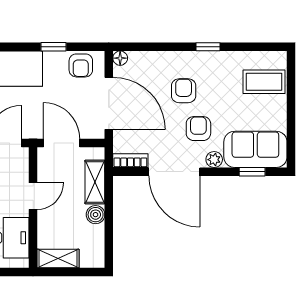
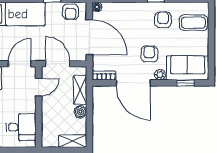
armchair: (184, 91) -> (163, 20), moved
door: (33, 196) -> (39, 87), moved
shelving: (58, 259) -> (73, 141), moved

